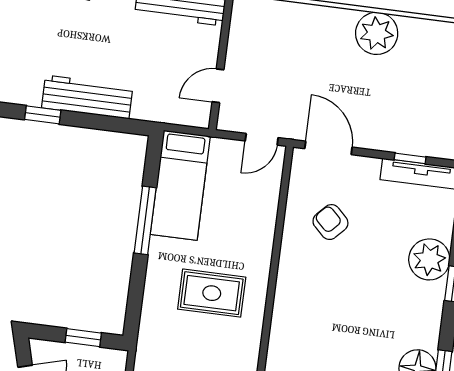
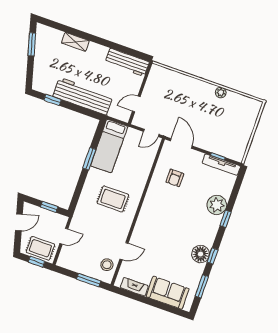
plant: (377, 33) -> (221, 93), width x0.53, depth x0.53
workbench: (87, 97) -> (83, 96), width x1.36, depth x1.32
window: (145, 220) -> (89, 159), width x0.69
armchair: (330, 222) -> (175, 178), turned -134

